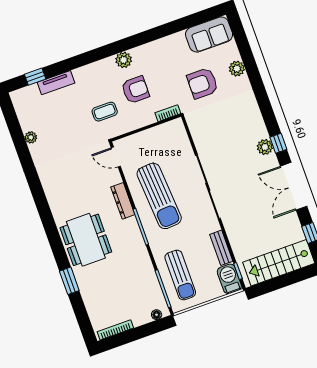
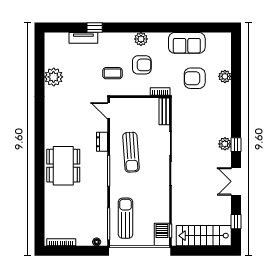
sofa: (209, 35) -> (187, 43), moved
window: (35, 77) -> (95, 28), moved
plant: (31, 137) -> (54, 77), width x1.88, depth x1.88
double door: (294, 186) -> (236, 181), width x0.73
sun lounger: (159, 196) -> (131, 152), width x0.73, depth x0.75
dresser: (123, 201) -> (102, 142), width x0.70
bench: (221, 248) -> (164, 111), moved
sun lounger: (180, 275) -> (125, 218), turned 180
window: (69, 281) -> (39, 192), removed

